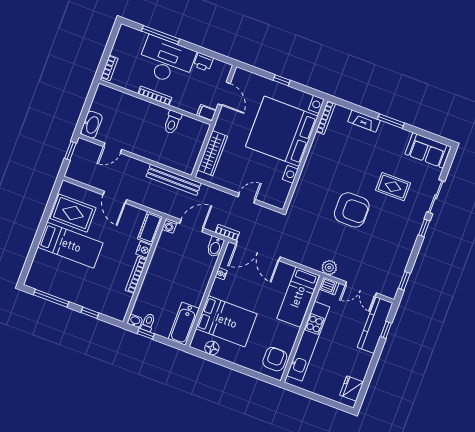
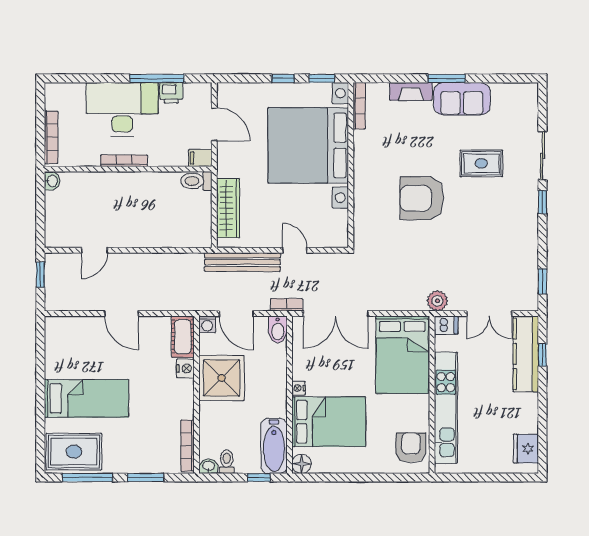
window: (161, 35) -> (157, 78), moved
bookcase: (109, 68) -> (51, 137), width x1.56
window: (308, 90) -> (322, 78), added
toilet: (172, 122) -> (196, 181), moved, turned 90
washbasin: (91, 125) -> (52, 181), moved, width x0.52, depth x0.69
sofa: (428, 150) -> (462, 99), moved
bench: (174, 180) -> (242, 262), moved
door: (247, 198) -> (295, 250), hinge flipped
armchair: (352, 210) -> (422, 198), moved, turned 180
rug: (73, 213) -> (74, 452), moved
door: (192, 226) -> (236, 314), swing flipped
shower: (166, 265) -> (221, 378), added
nightstand: (221, 274) -> (298, 388), moved
bookcase: (136, 275) -> (187, 446), moved
bed: (298, 297) -> (402, 355), width x1.50
window: (90, 313) -> (146, 478), width x1.50
window: (146, 334) -> (259, 478), moved
floor lamp: (212, 348) -> (302, 464), moved

